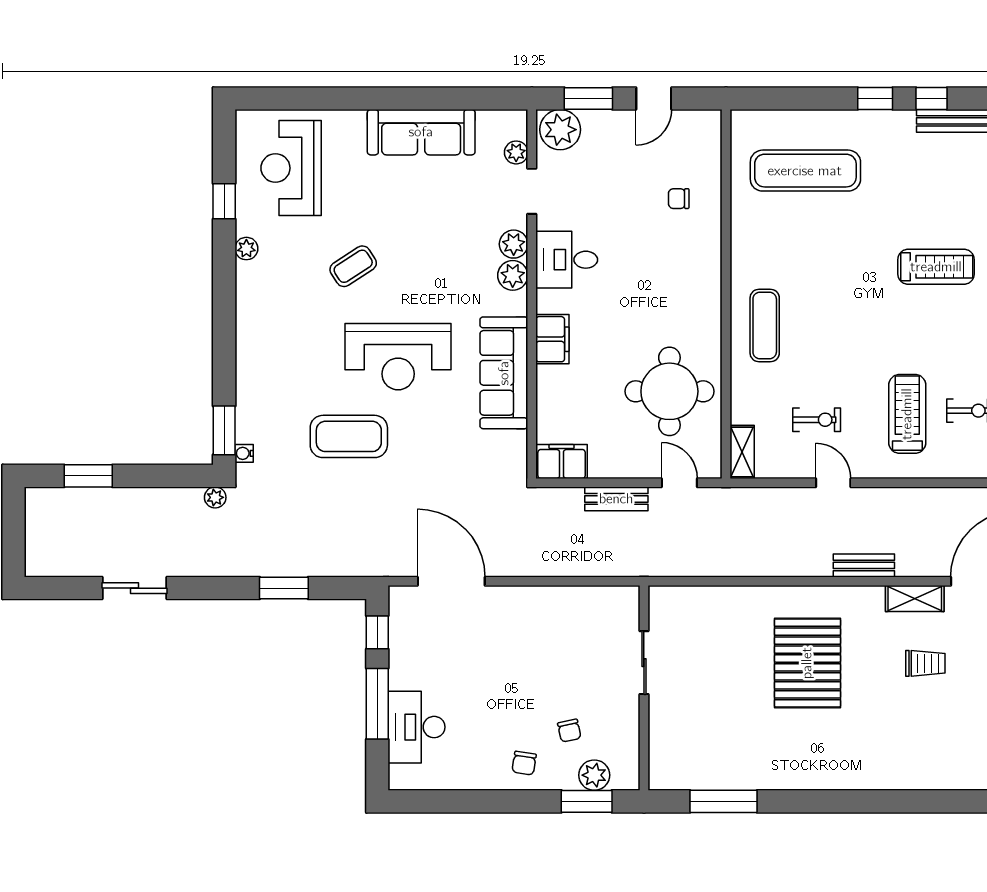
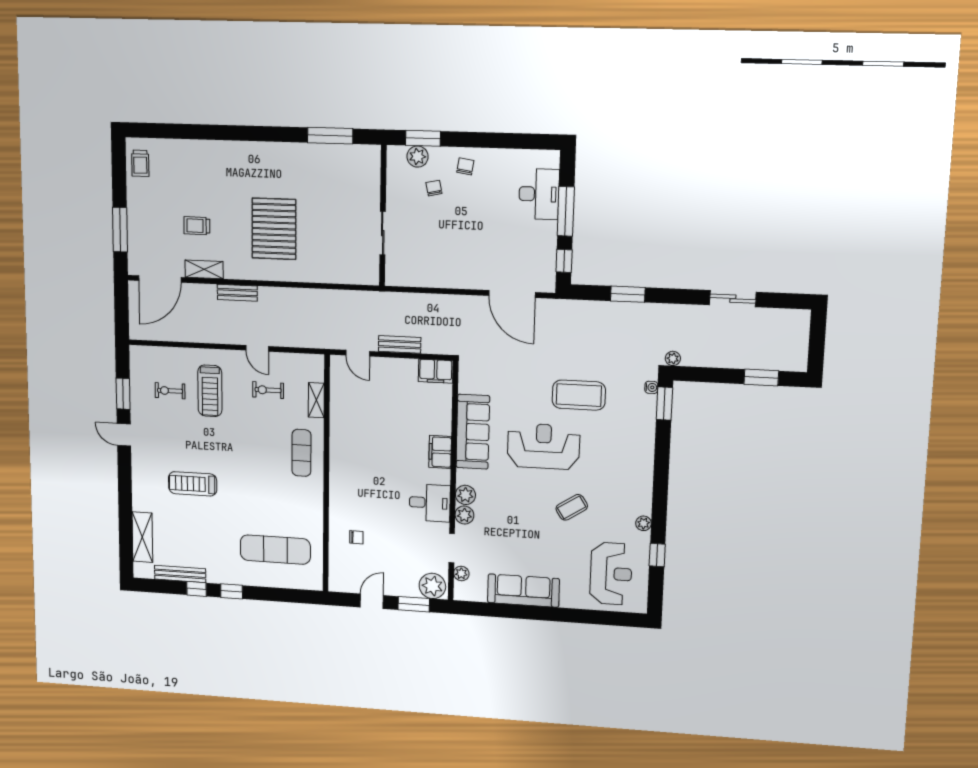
round table: (669, 391) -> (364, 414), removed
shelving: (742, 452) -> (316, 400), moved

